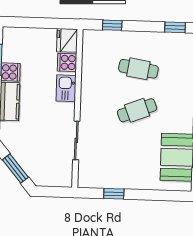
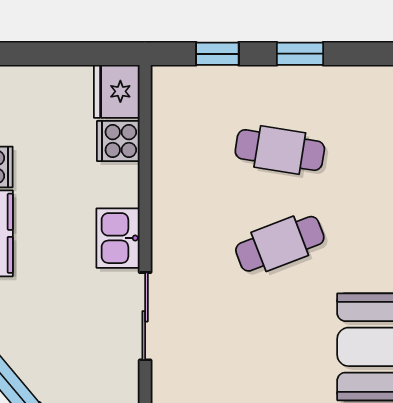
window: (175, 27) -> (300, 54), moved
kitchen sink: (66, 88) -> (118, 238), moved

